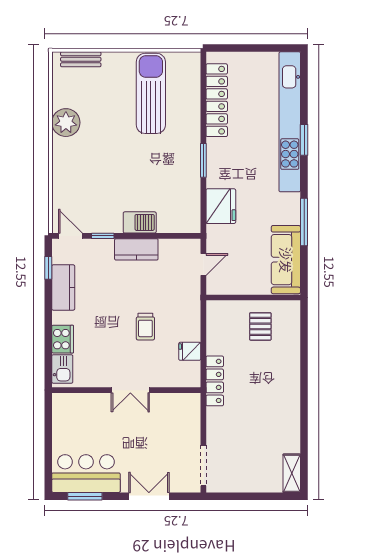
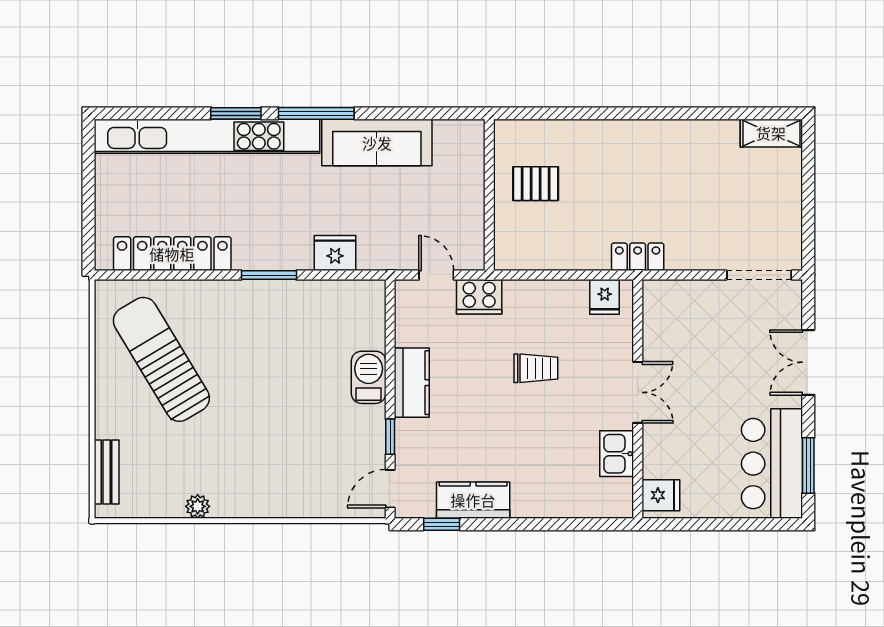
sun lounger: (151, 93) -> (161, 359), turned 59
plant: (66, 123) -> (198, 506), width x0.53, depth x0.53
fridge: (221, 206) -> (335, 253), width x0.73, depth x0.75
window: (304, 222) -> (316, 113), moved
sofa: (286, 260) -> (377, 143), moved
cooker: (63, 339) -> (479, 297), moved, turned 180
fridge: (190, 351) -> (605, 297), moved
kitchen sink: (62, 369) -> (617, 454), moved, turned -90
locker: (215, 381) -> (638, 257), width x0.66
fridge: (66, 404) -> (661, 495), added

